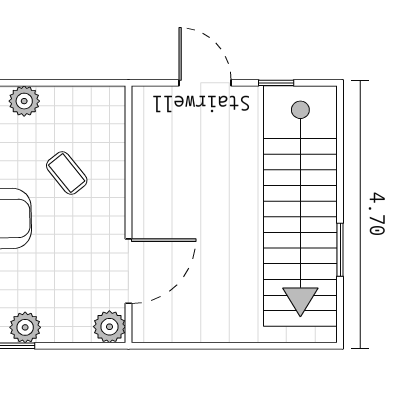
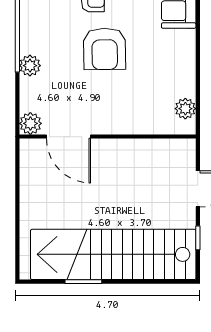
plant: (24, 101) -> (185, 109), moved
coffee table: (67, 173) -> (136, 94), removed

